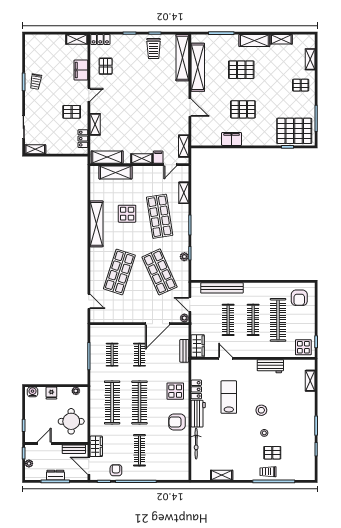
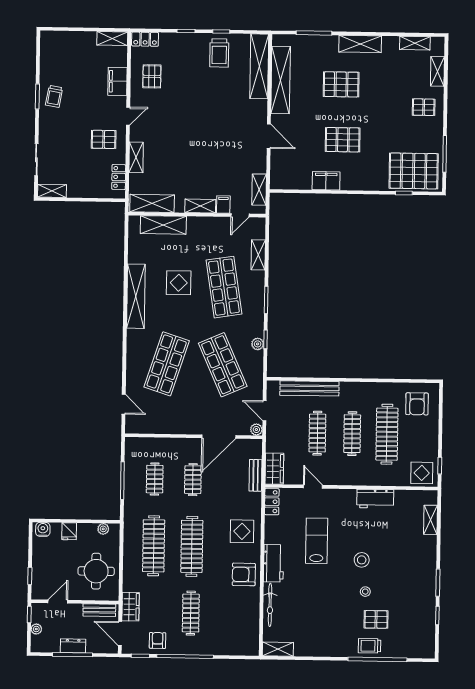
shelving: (281, 39) -> (415, 43), moved
locker: (196, 389) -> (272, 502), moved
shelving: (222, 475) -> (278, 649), moved

